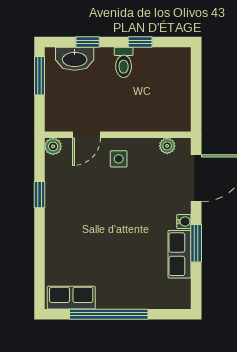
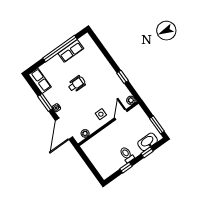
wheelchair: (123, 237) -> (77, 84), added
row of seats: (180, 254) -> (40, 81), moved
row of seats: (71, 298) -> (71, 51), moved

